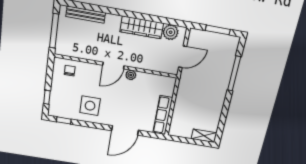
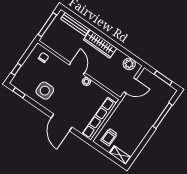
wardrobe: (142, 27) -> (100, 44), moved
door: (113, 66) -> (77, 69), swing flipped
row of seats: (163, 115) -> (99, 119), width x1.36
trolley: (184, 123) -> (109, 137), added
door: (125, 130) -> (62, 122), hinge flipped

